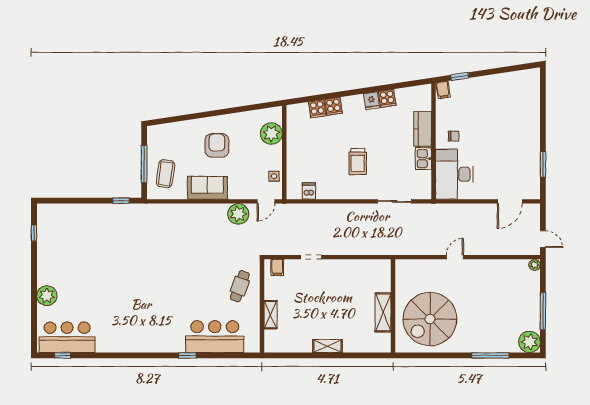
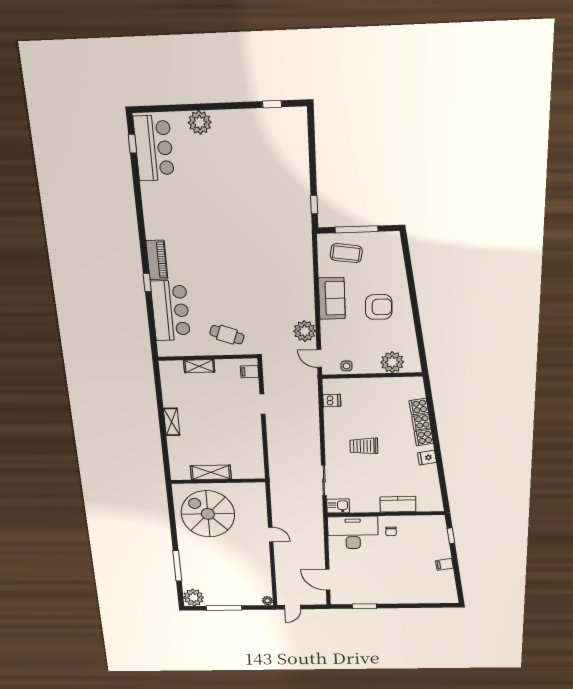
filing cabinet: (443, 90) -> (444, 564), moved
cooker: (387, 98) -> (424, 437), moved
kitchen sink: (423, 159) -> (338, 506), moved
piano: (166, 344) -> (157, 260), added

